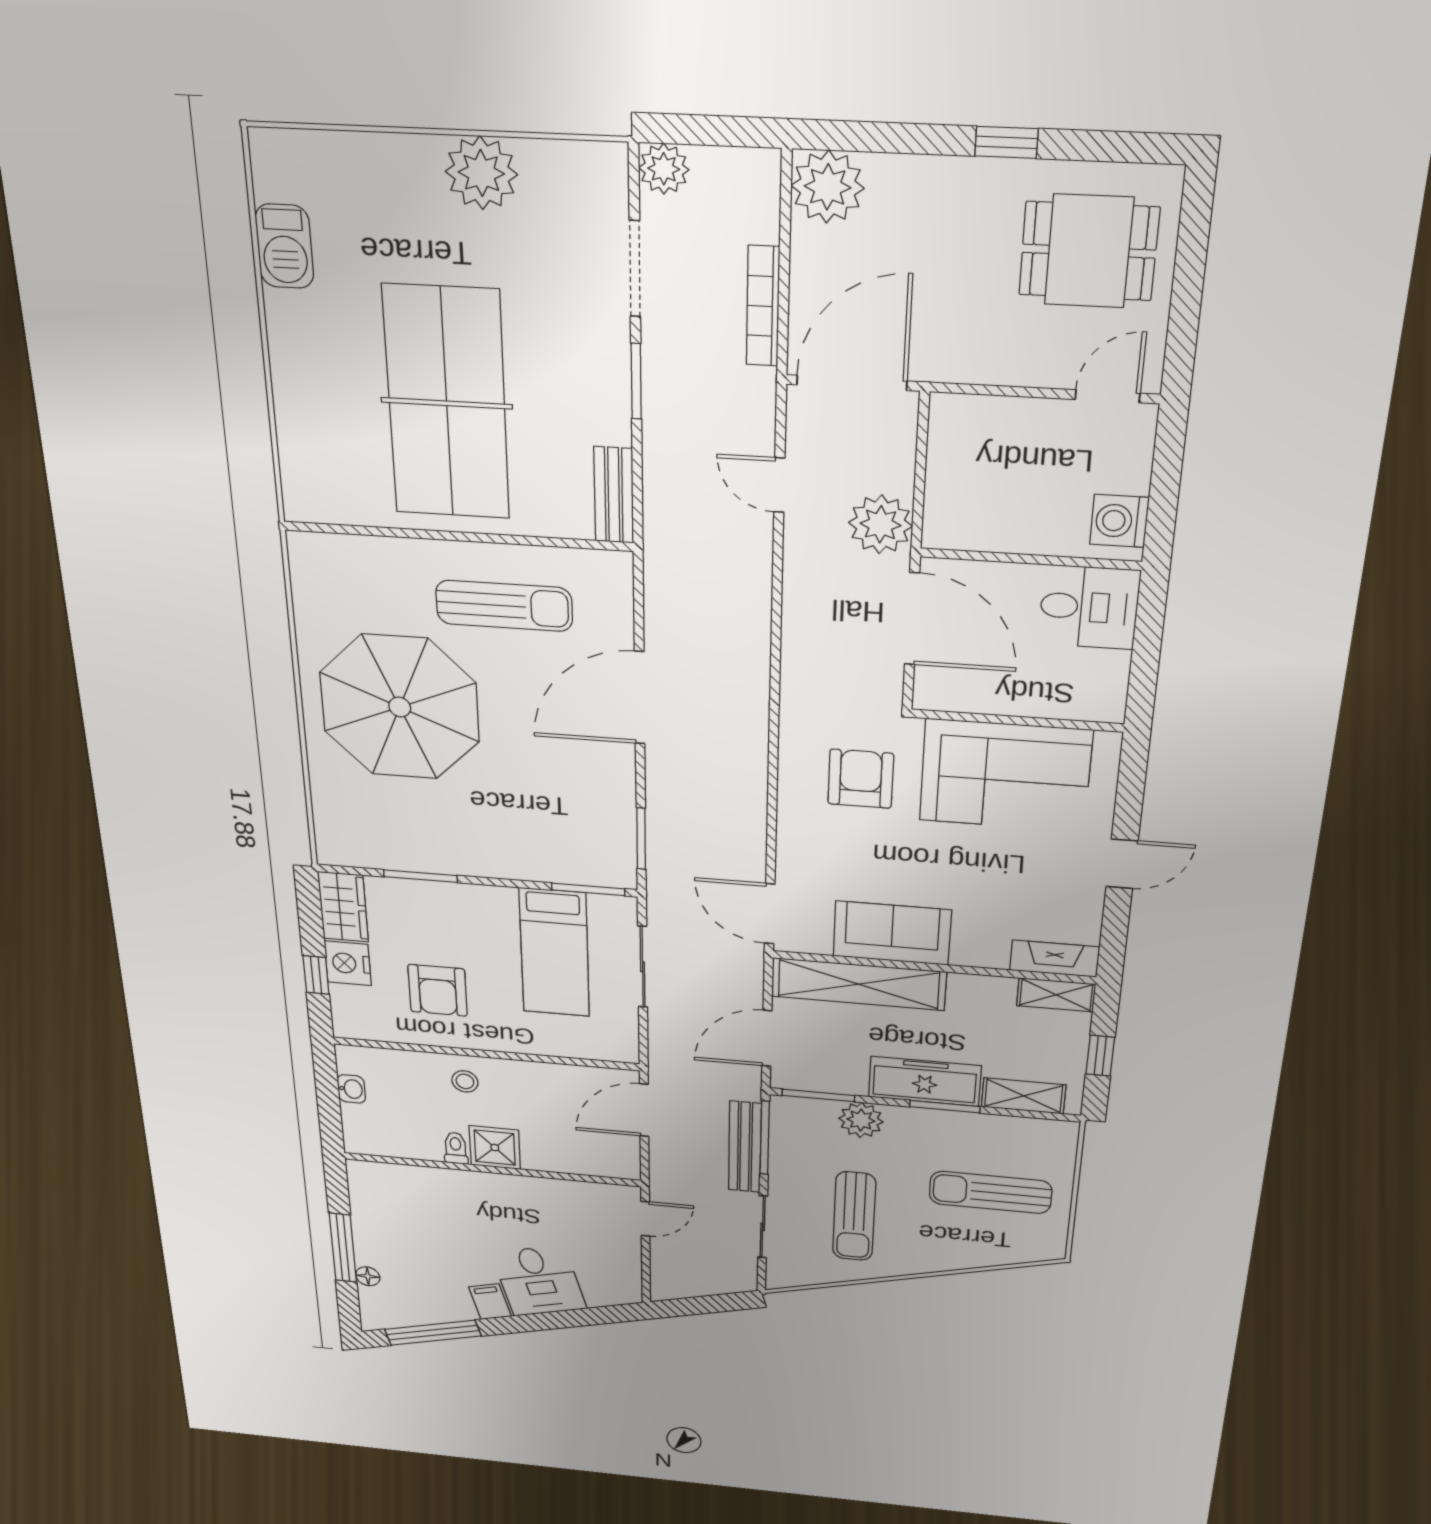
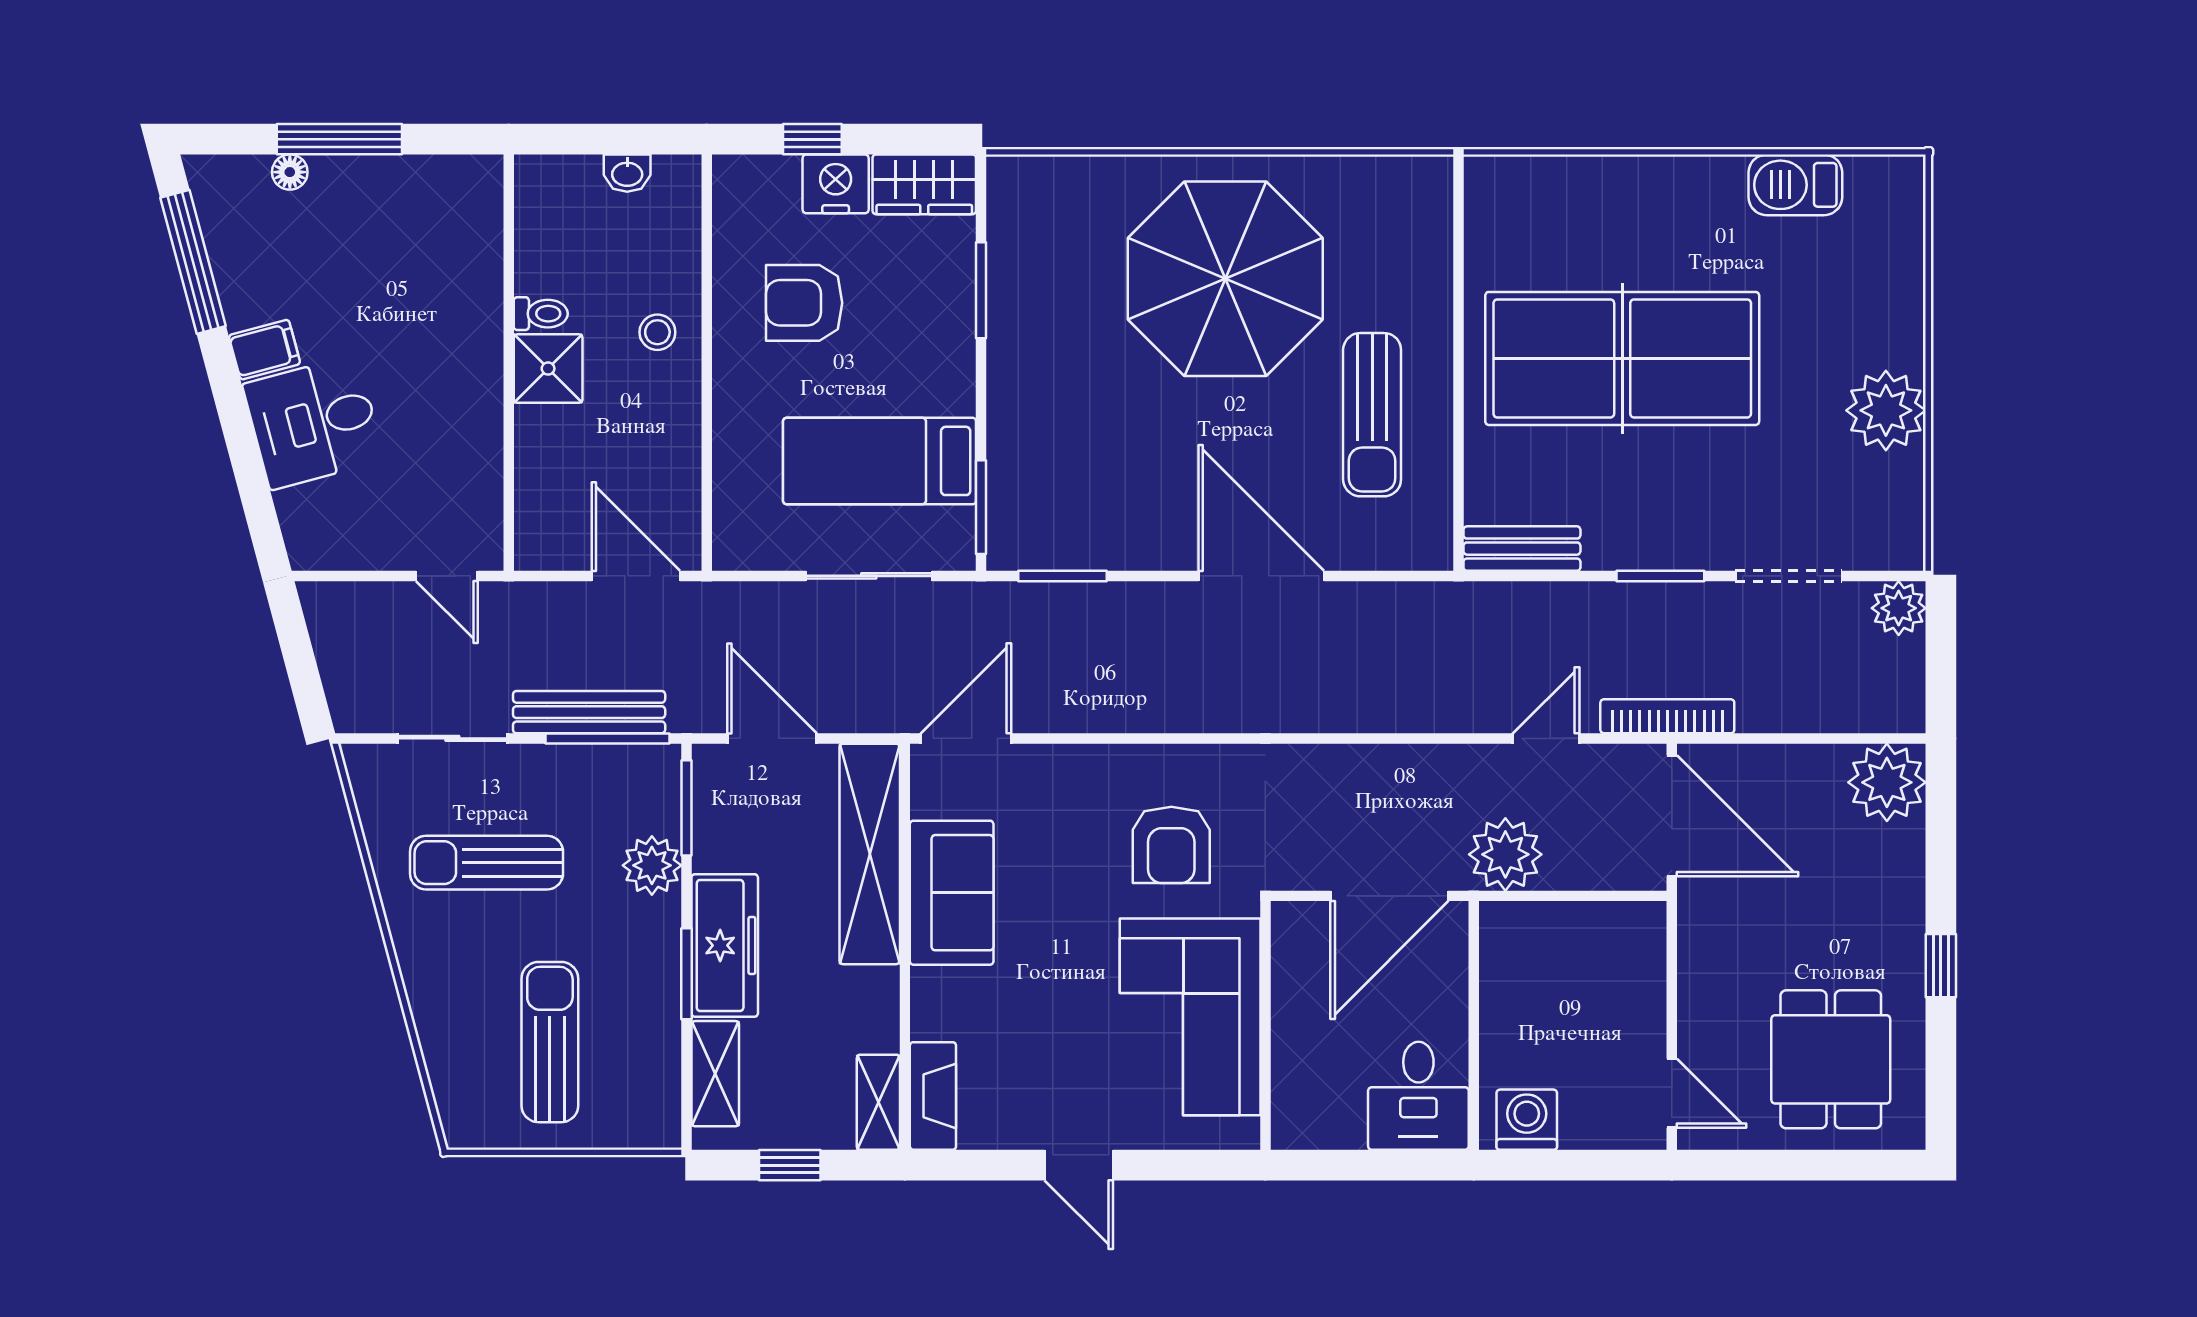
bookcase: (763, 306) -> (1667, 716), moved
armchair: (861, 779) -> (1171, 845), turned 90

